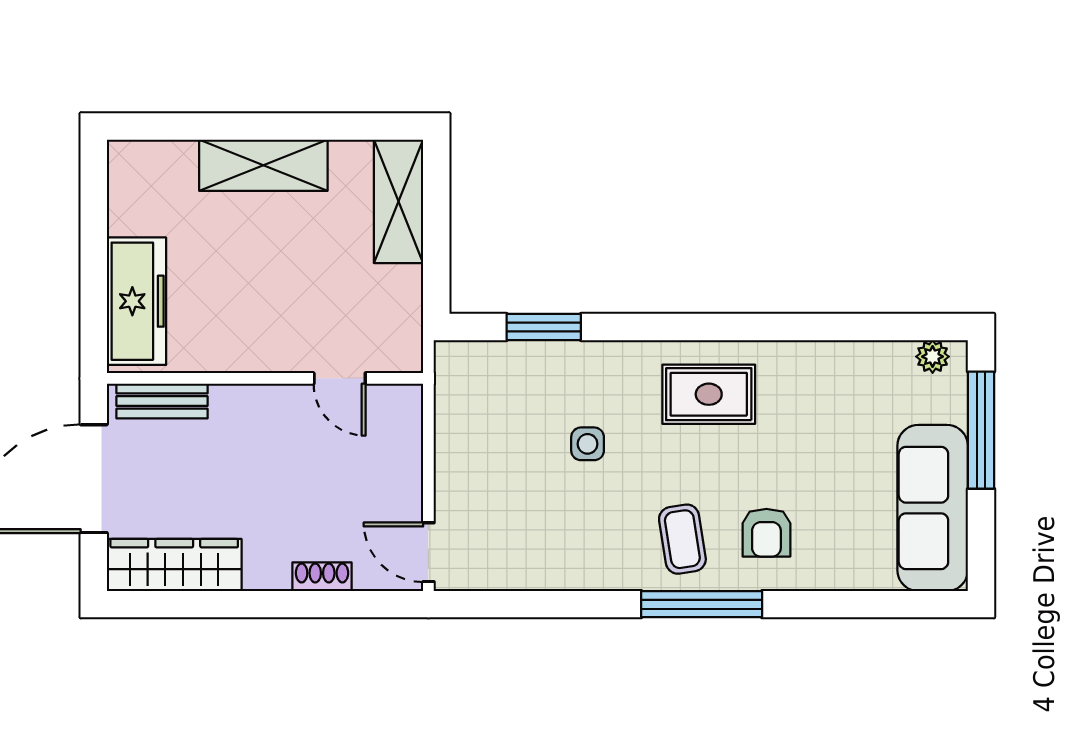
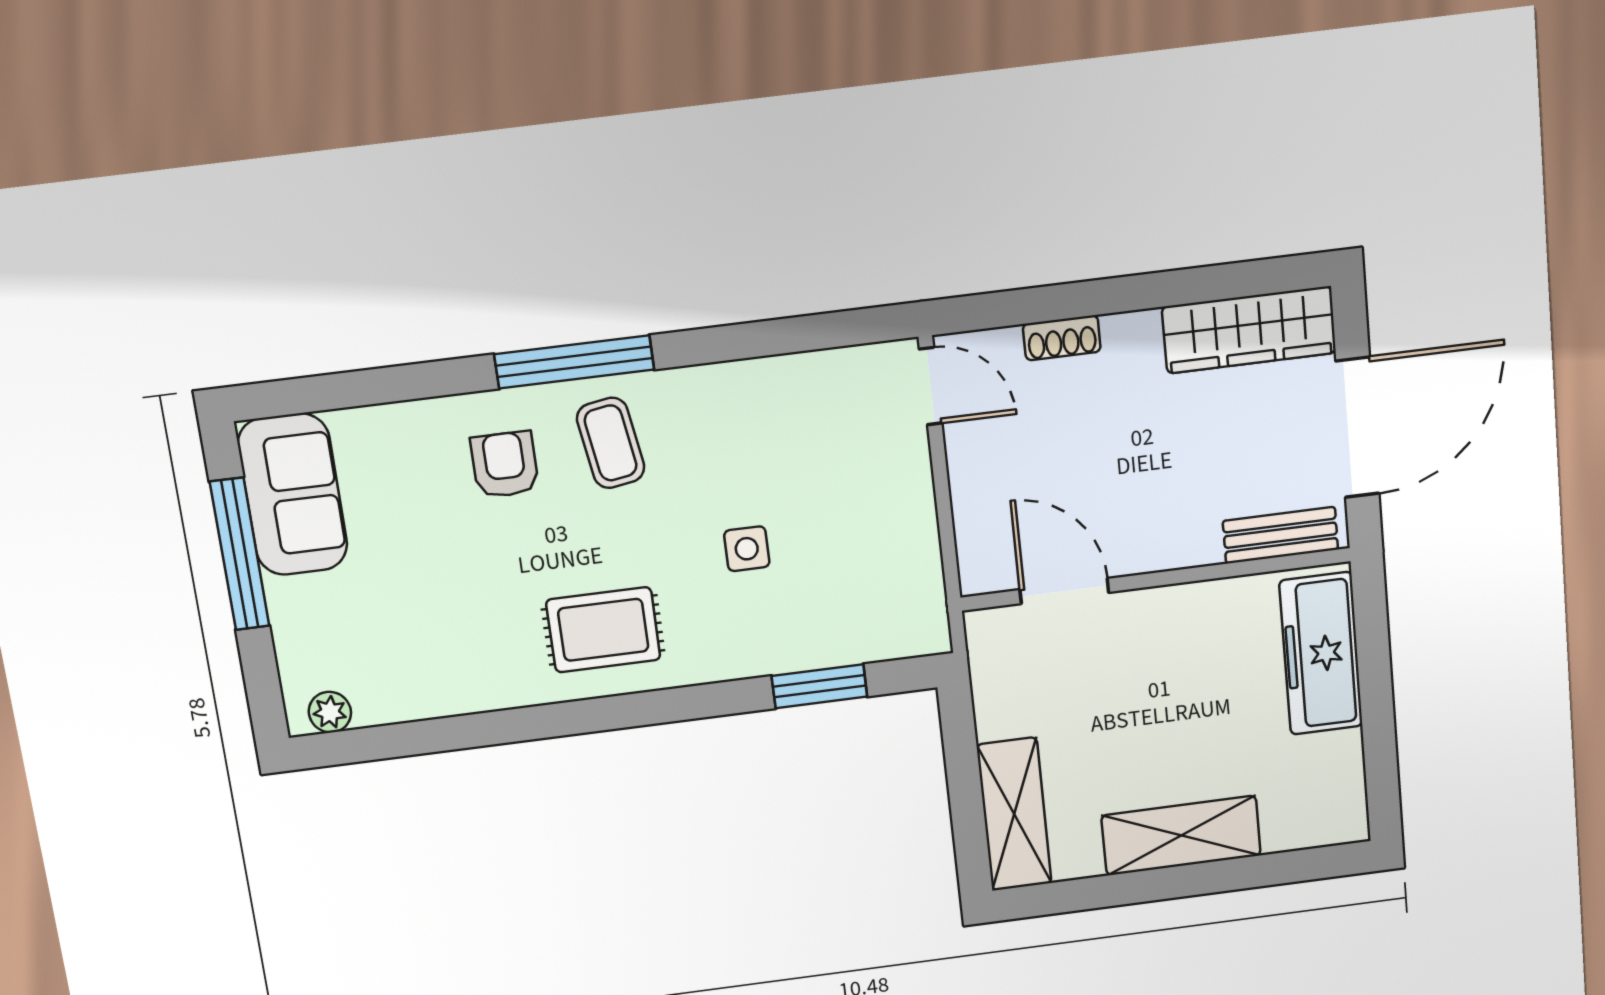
door: (340, 378) -> (1064, 591), width x1.38
window: (981, 430) -> (240, 554), moved
sofa: (933, 508) -> (293, 494), width x0.73

